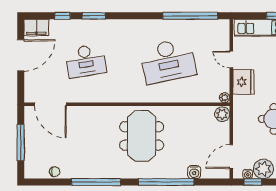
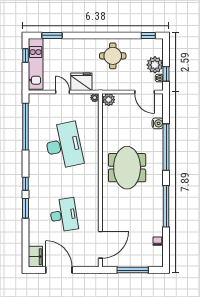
window: (63, 16) -> (25, 184), moved
door: (231, 59) -> (62, 92), swing flipped
meeting table: (142, 136) -> (127, 168), turned 90

